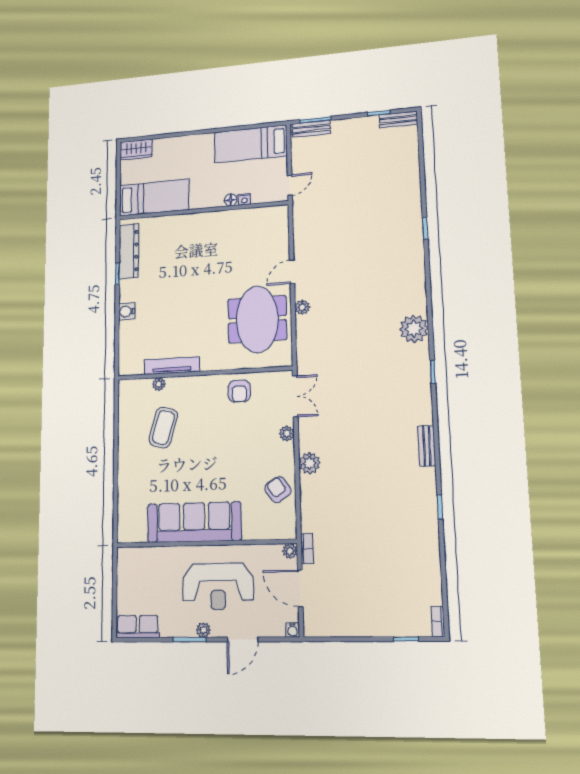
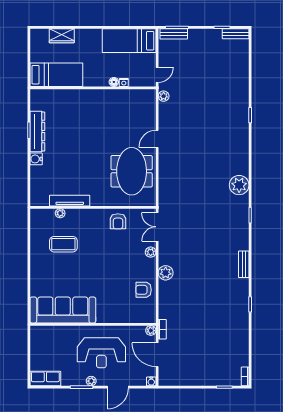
wardrobe: (136, 150) -> (62, 36), moved
dresser: (129, 251) -> (37, 132), moved
plant: (302, 307) -> (164, 96), moved
double door: (295, 396) -> (157, 227), swing flipped
coffee table: (163, 427) -> (63, 244), turned 74
armchair: (278, 490) -> (144, 290), turned -56
sofa: (194, 522) -> (63, 310), moved

